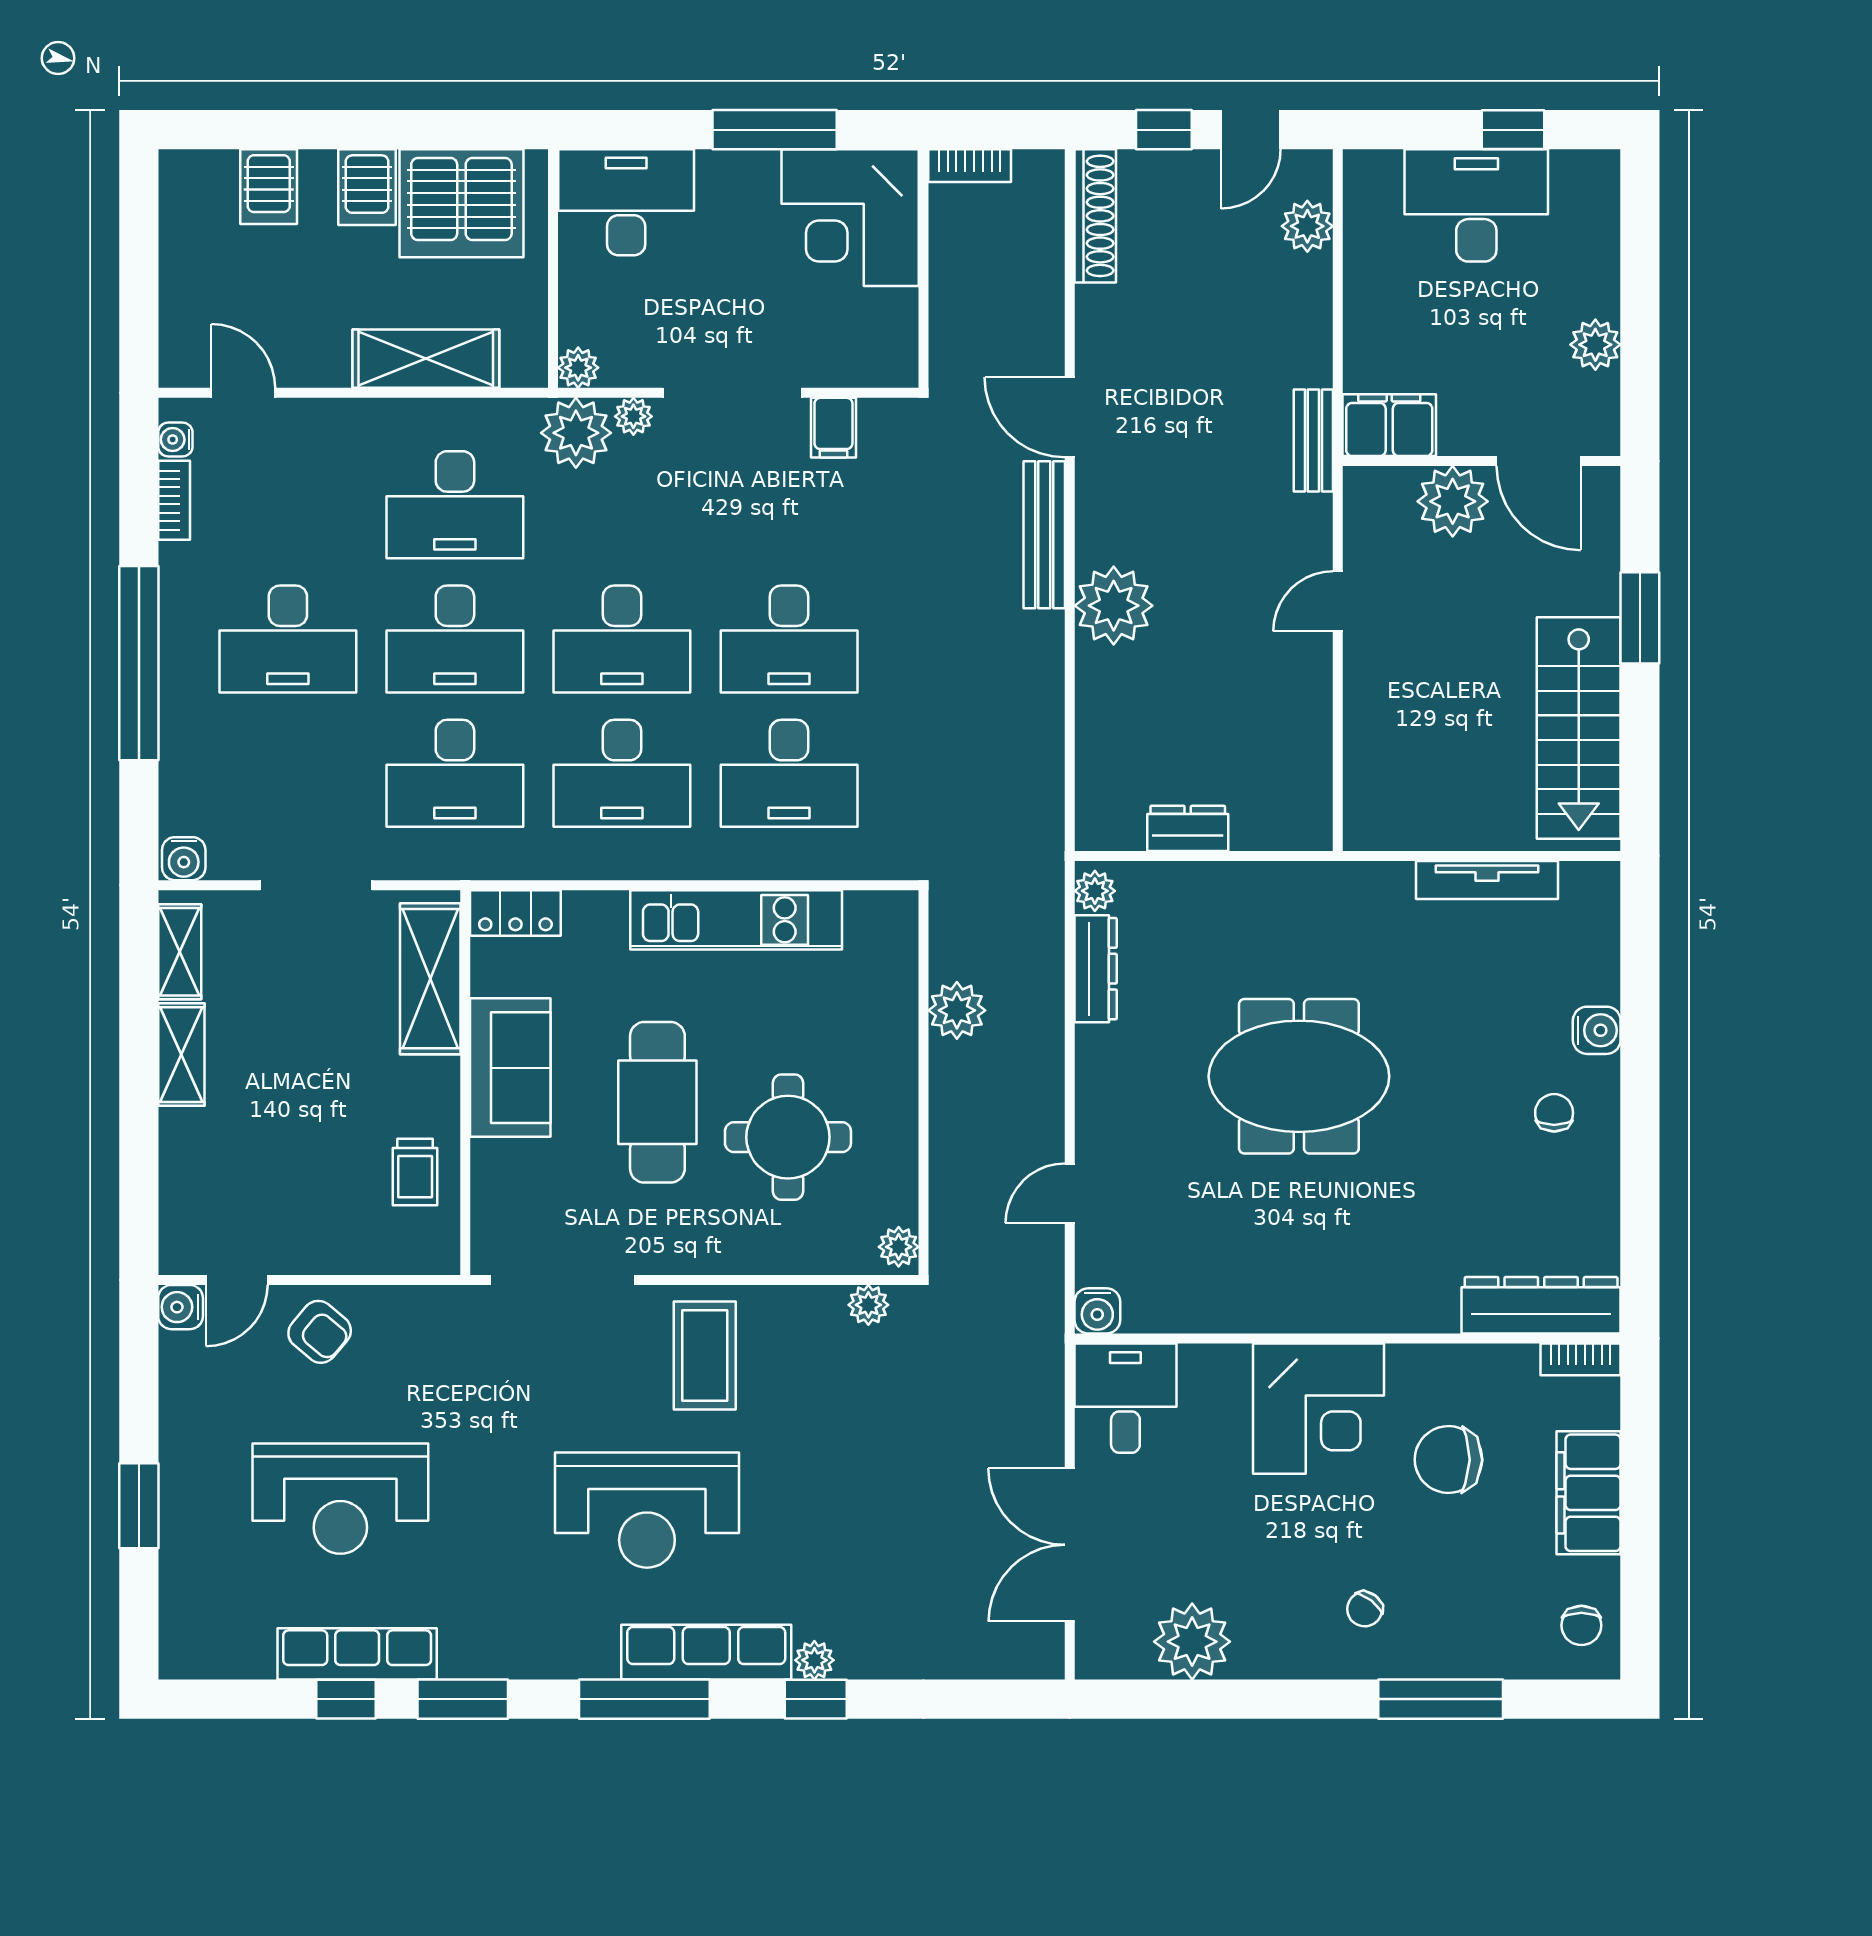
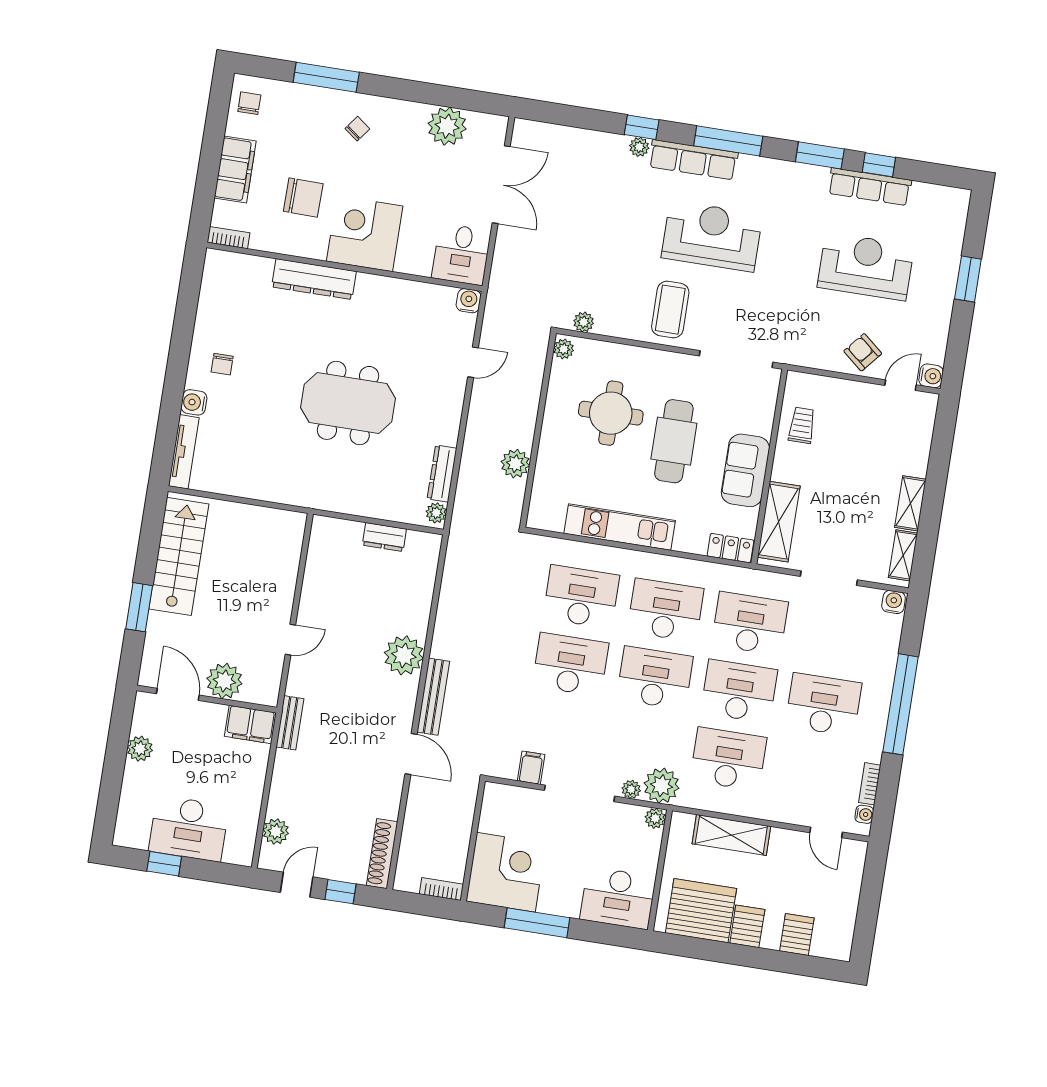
tv unit: (1487, 880) -> (184, 452), moved, turned 90
dresser: (1541, 1305) -> (314, 279), moved

